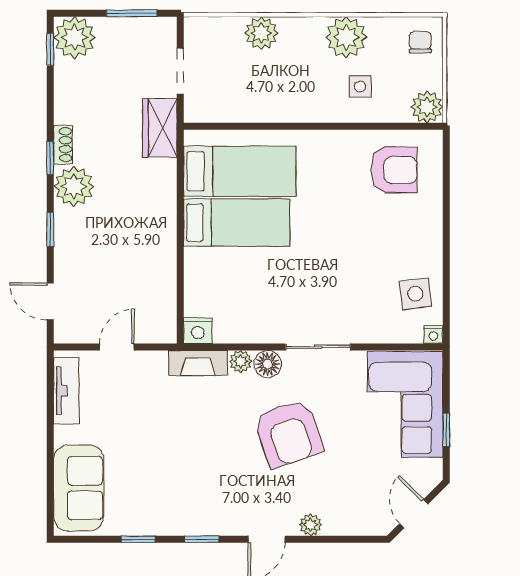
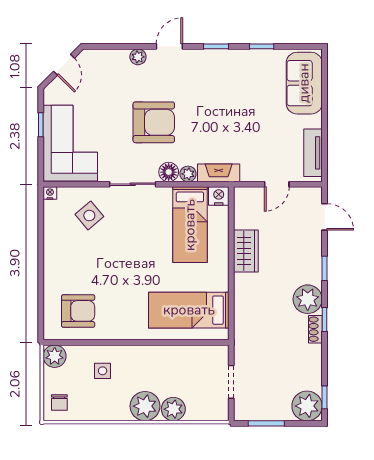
plant: (346, 37) -> (145, 406), moved
wardrobe: (160, 128) -> (246, 251), moved
armchair: (394, 170) -> (78, 311), turned 180
bed: (237, 223) -> (190, 225), moved, turned -90
side table: (415, 294) -> (89, 215), moved, turned -33
armchair: (289, 433) -> (154, 122), turned 109

